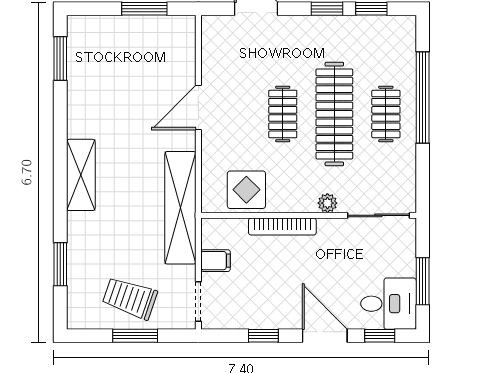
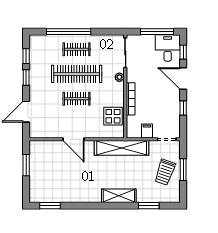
shelving: (81, 175) -> (119, 196), moved
window: (423, 281) -> (157, 32), width x1.44
door: (325, 336) -> (183, 79), hinge flipped

